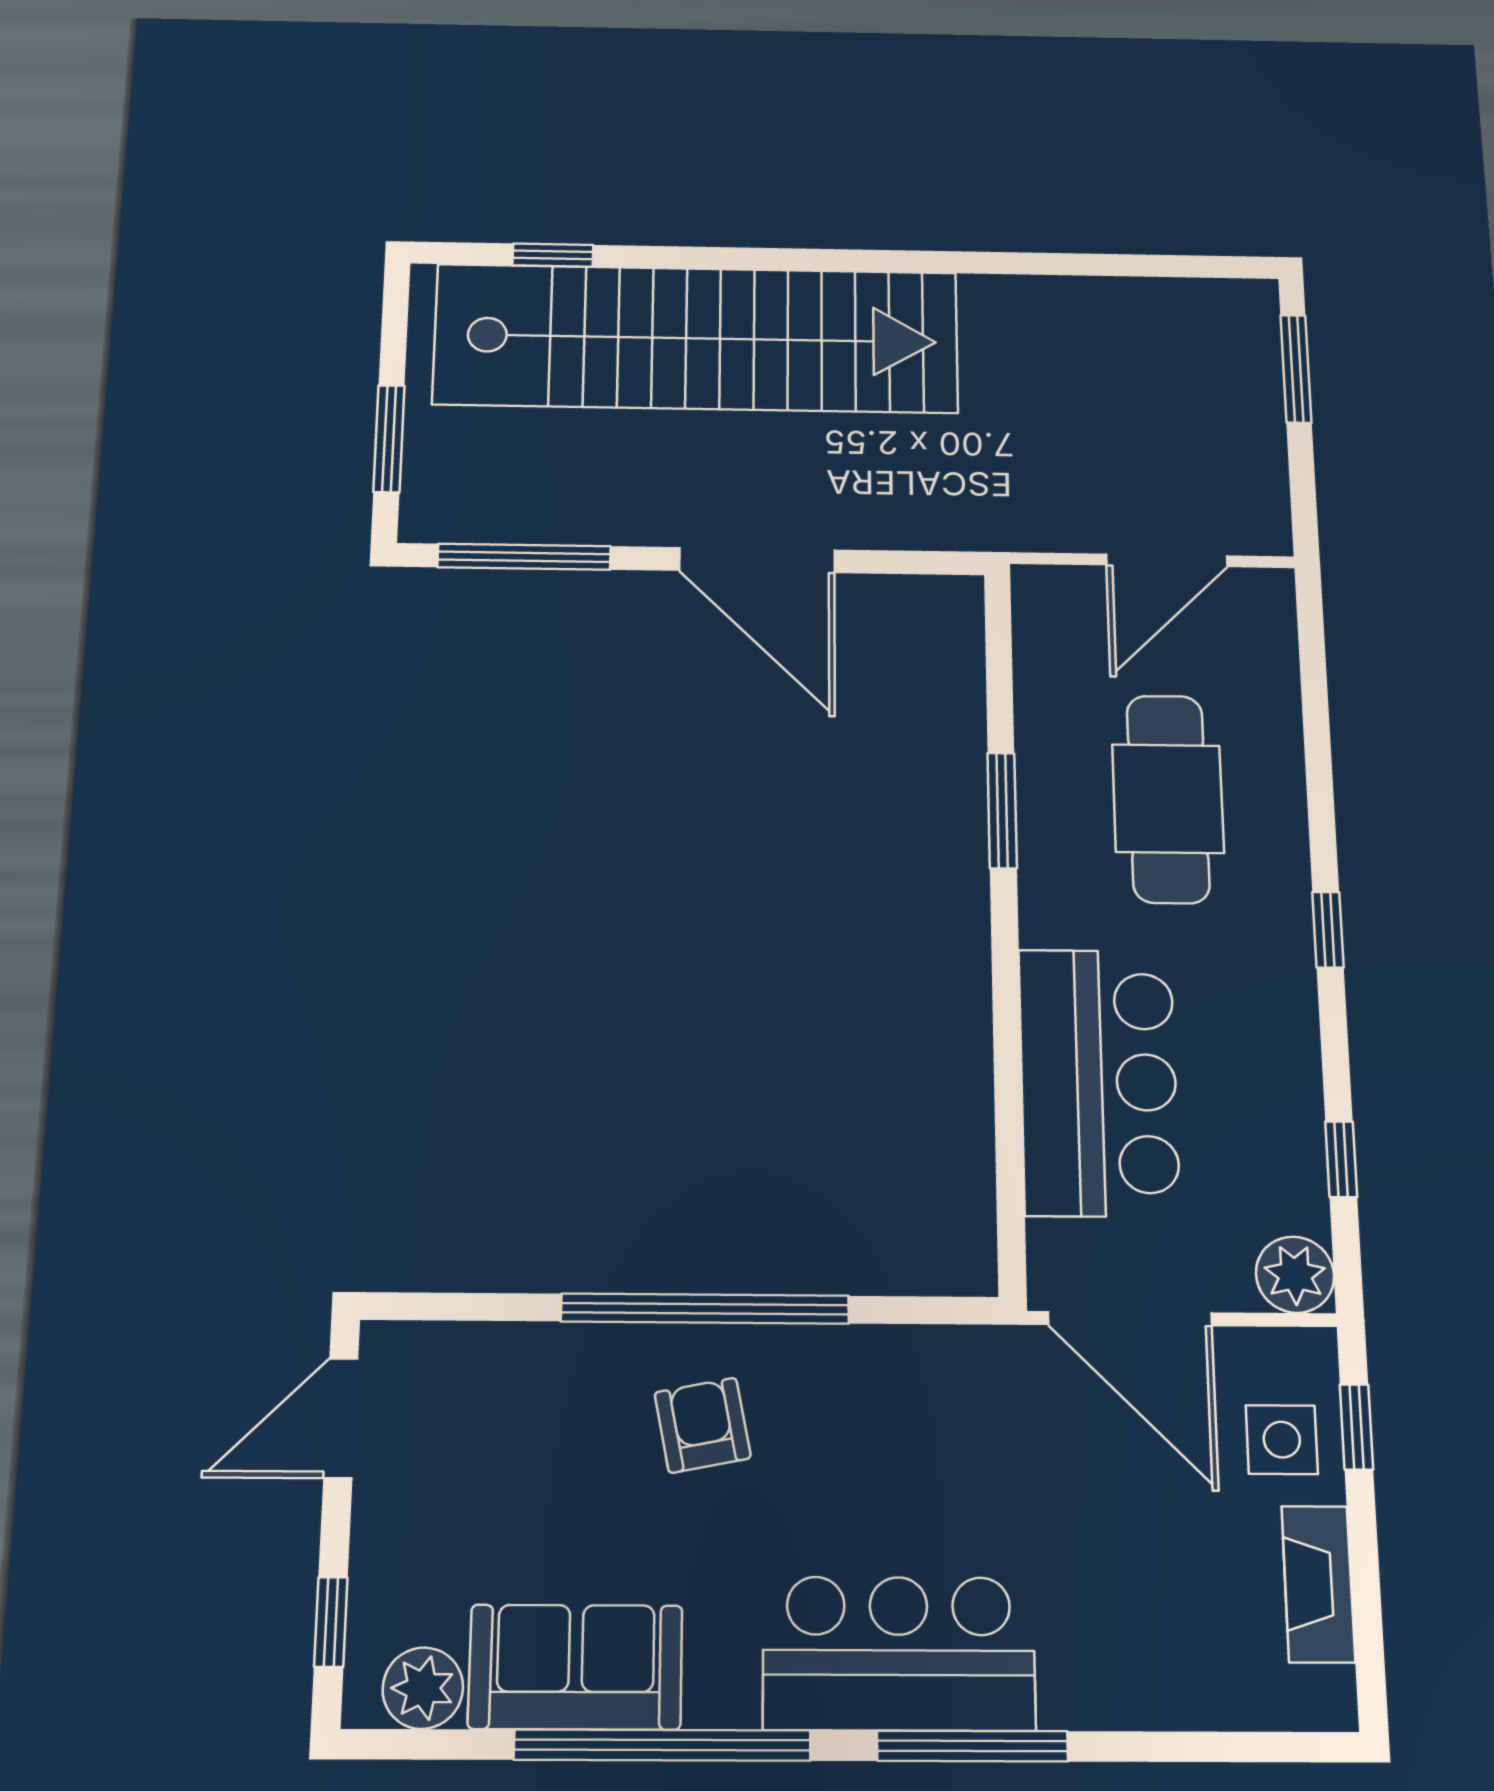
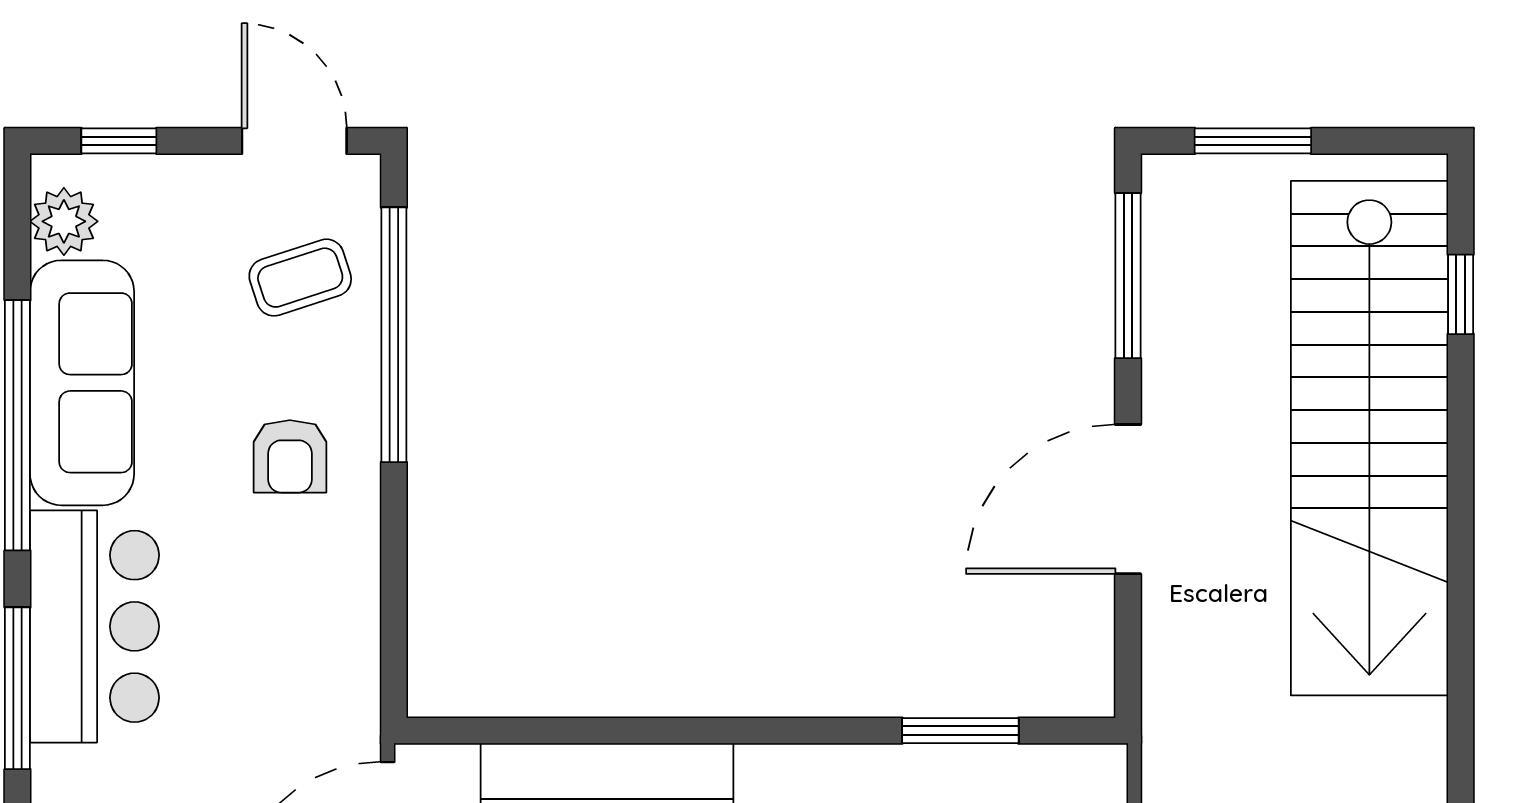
window: (1002, 810) -> (960, 731), moved
window: (705, 1309) -> (394, 335), moved
coffee table: (498, 1412) -> (300, 278), added
armchair: (703, 1425) -> (290, 456), turned 101
sofa: (576, 1667) -> (82, 383), width x1.36

